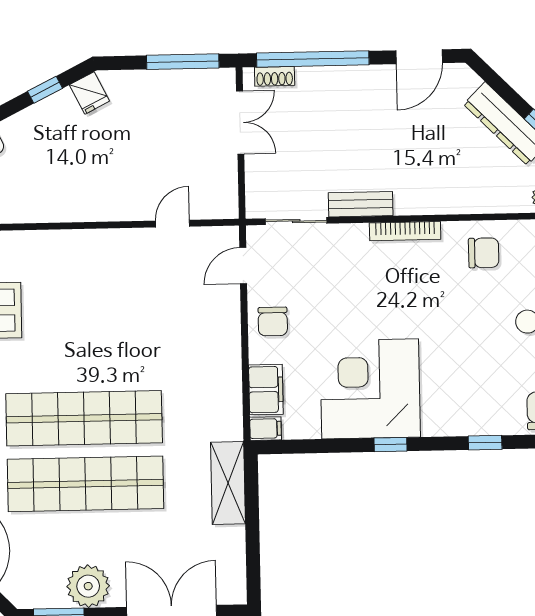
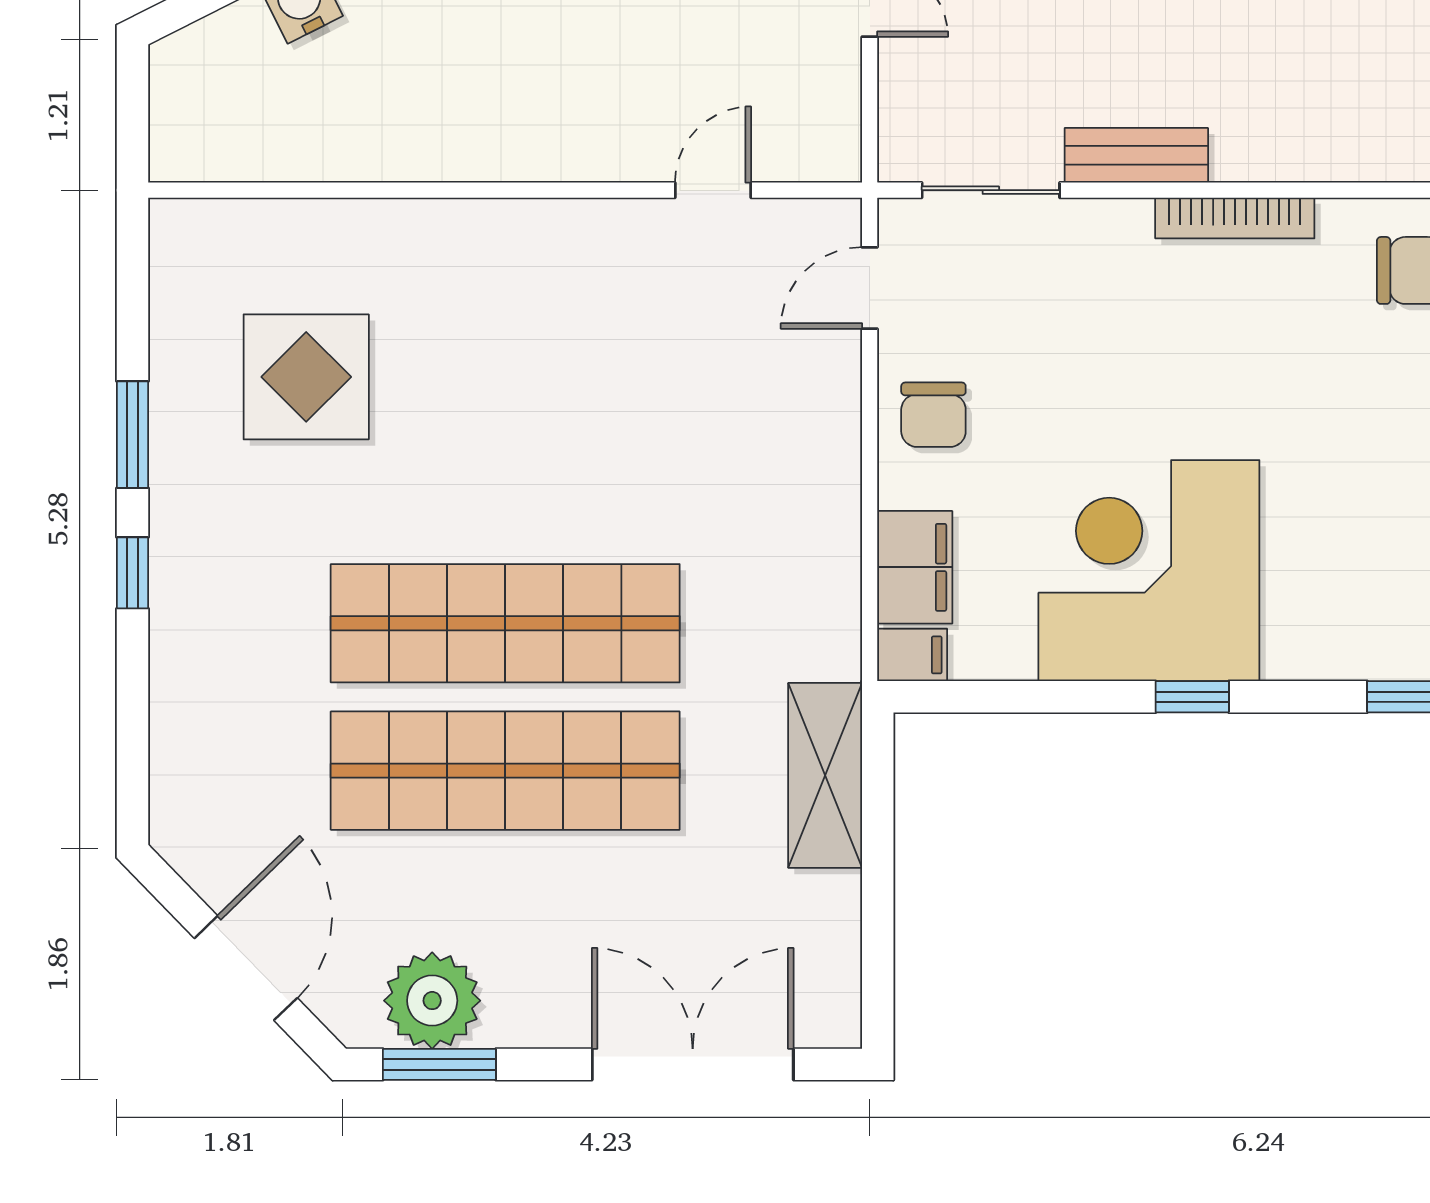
plant: (88, 586) -> (432, 1001), moved

